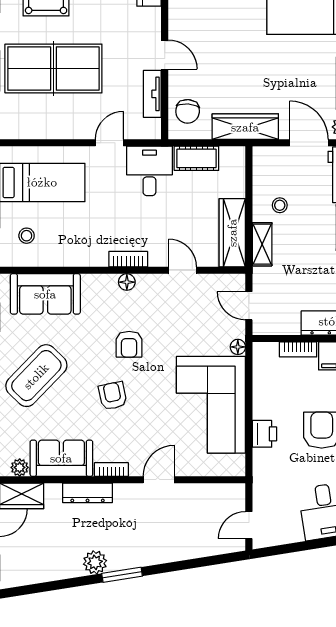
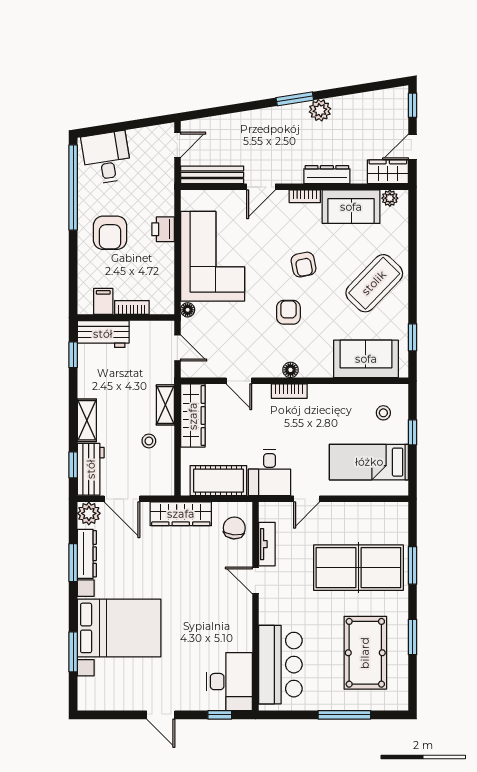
cot: (196, 158) -> (218, 481), width x1.37, depth x1.34
bench: (211, 493) -> (212, 175), added

